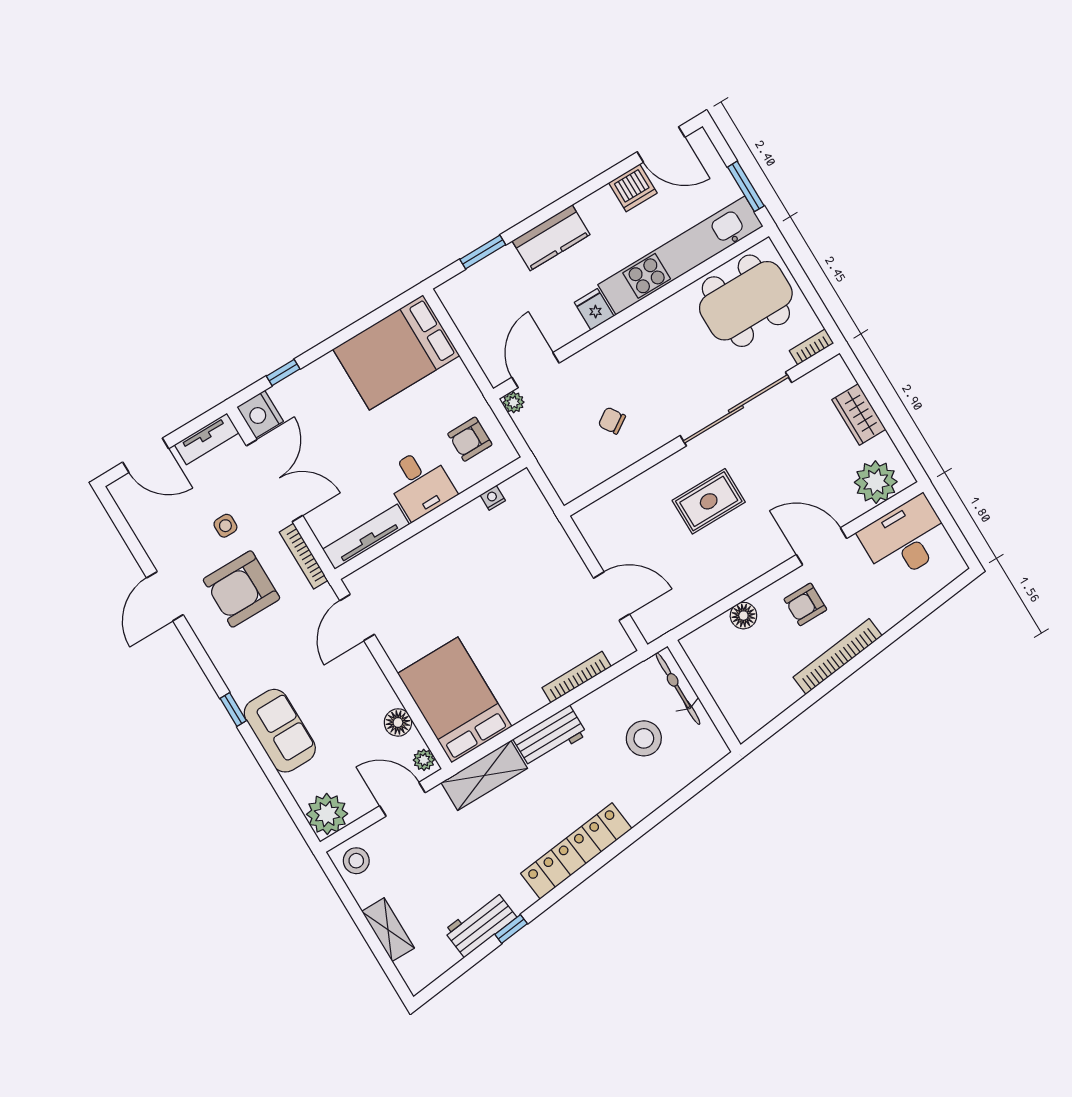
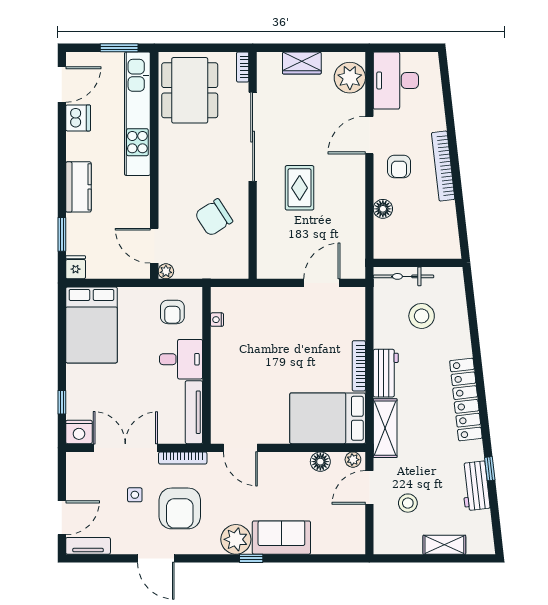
fridge: (594, 309) -> (76, 267), moved, turned 90
chair: (612, 421) -> (214, 217), width x1.87, depth x1.87
tv unit: (207, 439) -> (88, 546), moved, turned -90
bookcase: (577, 677) -> (359, 366), moved
plant: (327, 814) -> (236, 539), moved
stool: (356, 861) -> (408, 503), moved

